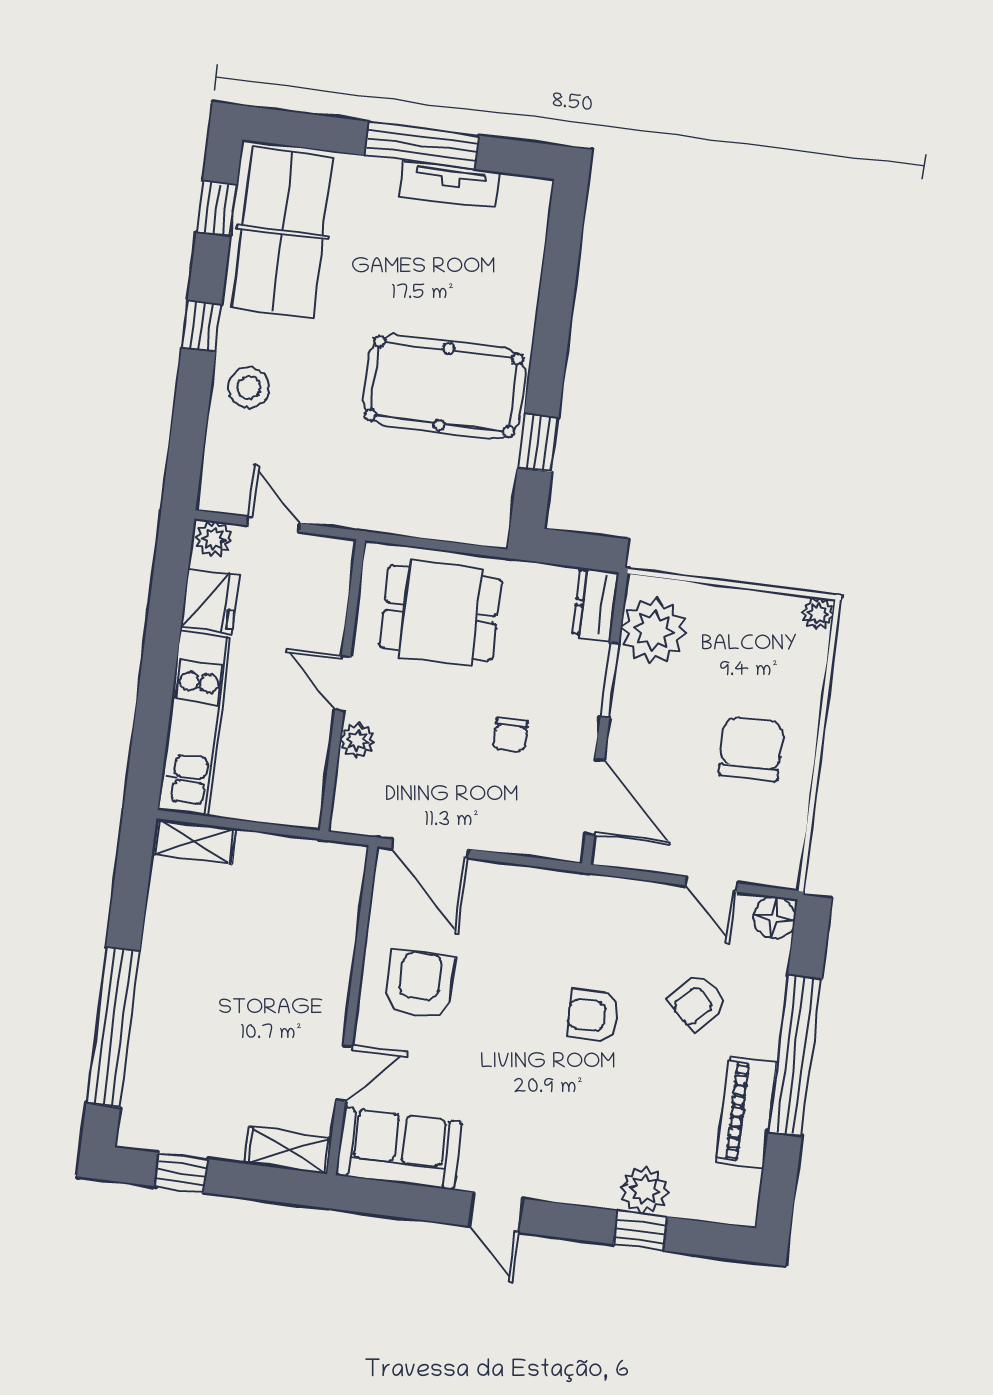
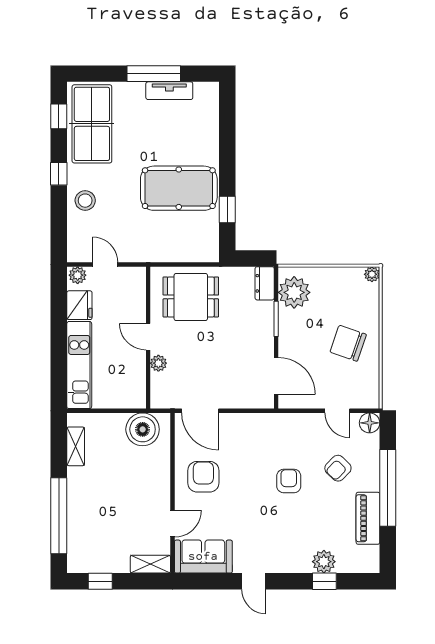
chair: (510, 735) -> (232, 351), removed
chair: (751, 749) -> (348, 343), turned -71
shelving: (194, 841) -> (76, 446), moved, turned 90
boiler: (307, 872) -> (143, 429), added
armchair: (594, 1016) -> (289, 481), turned 90

